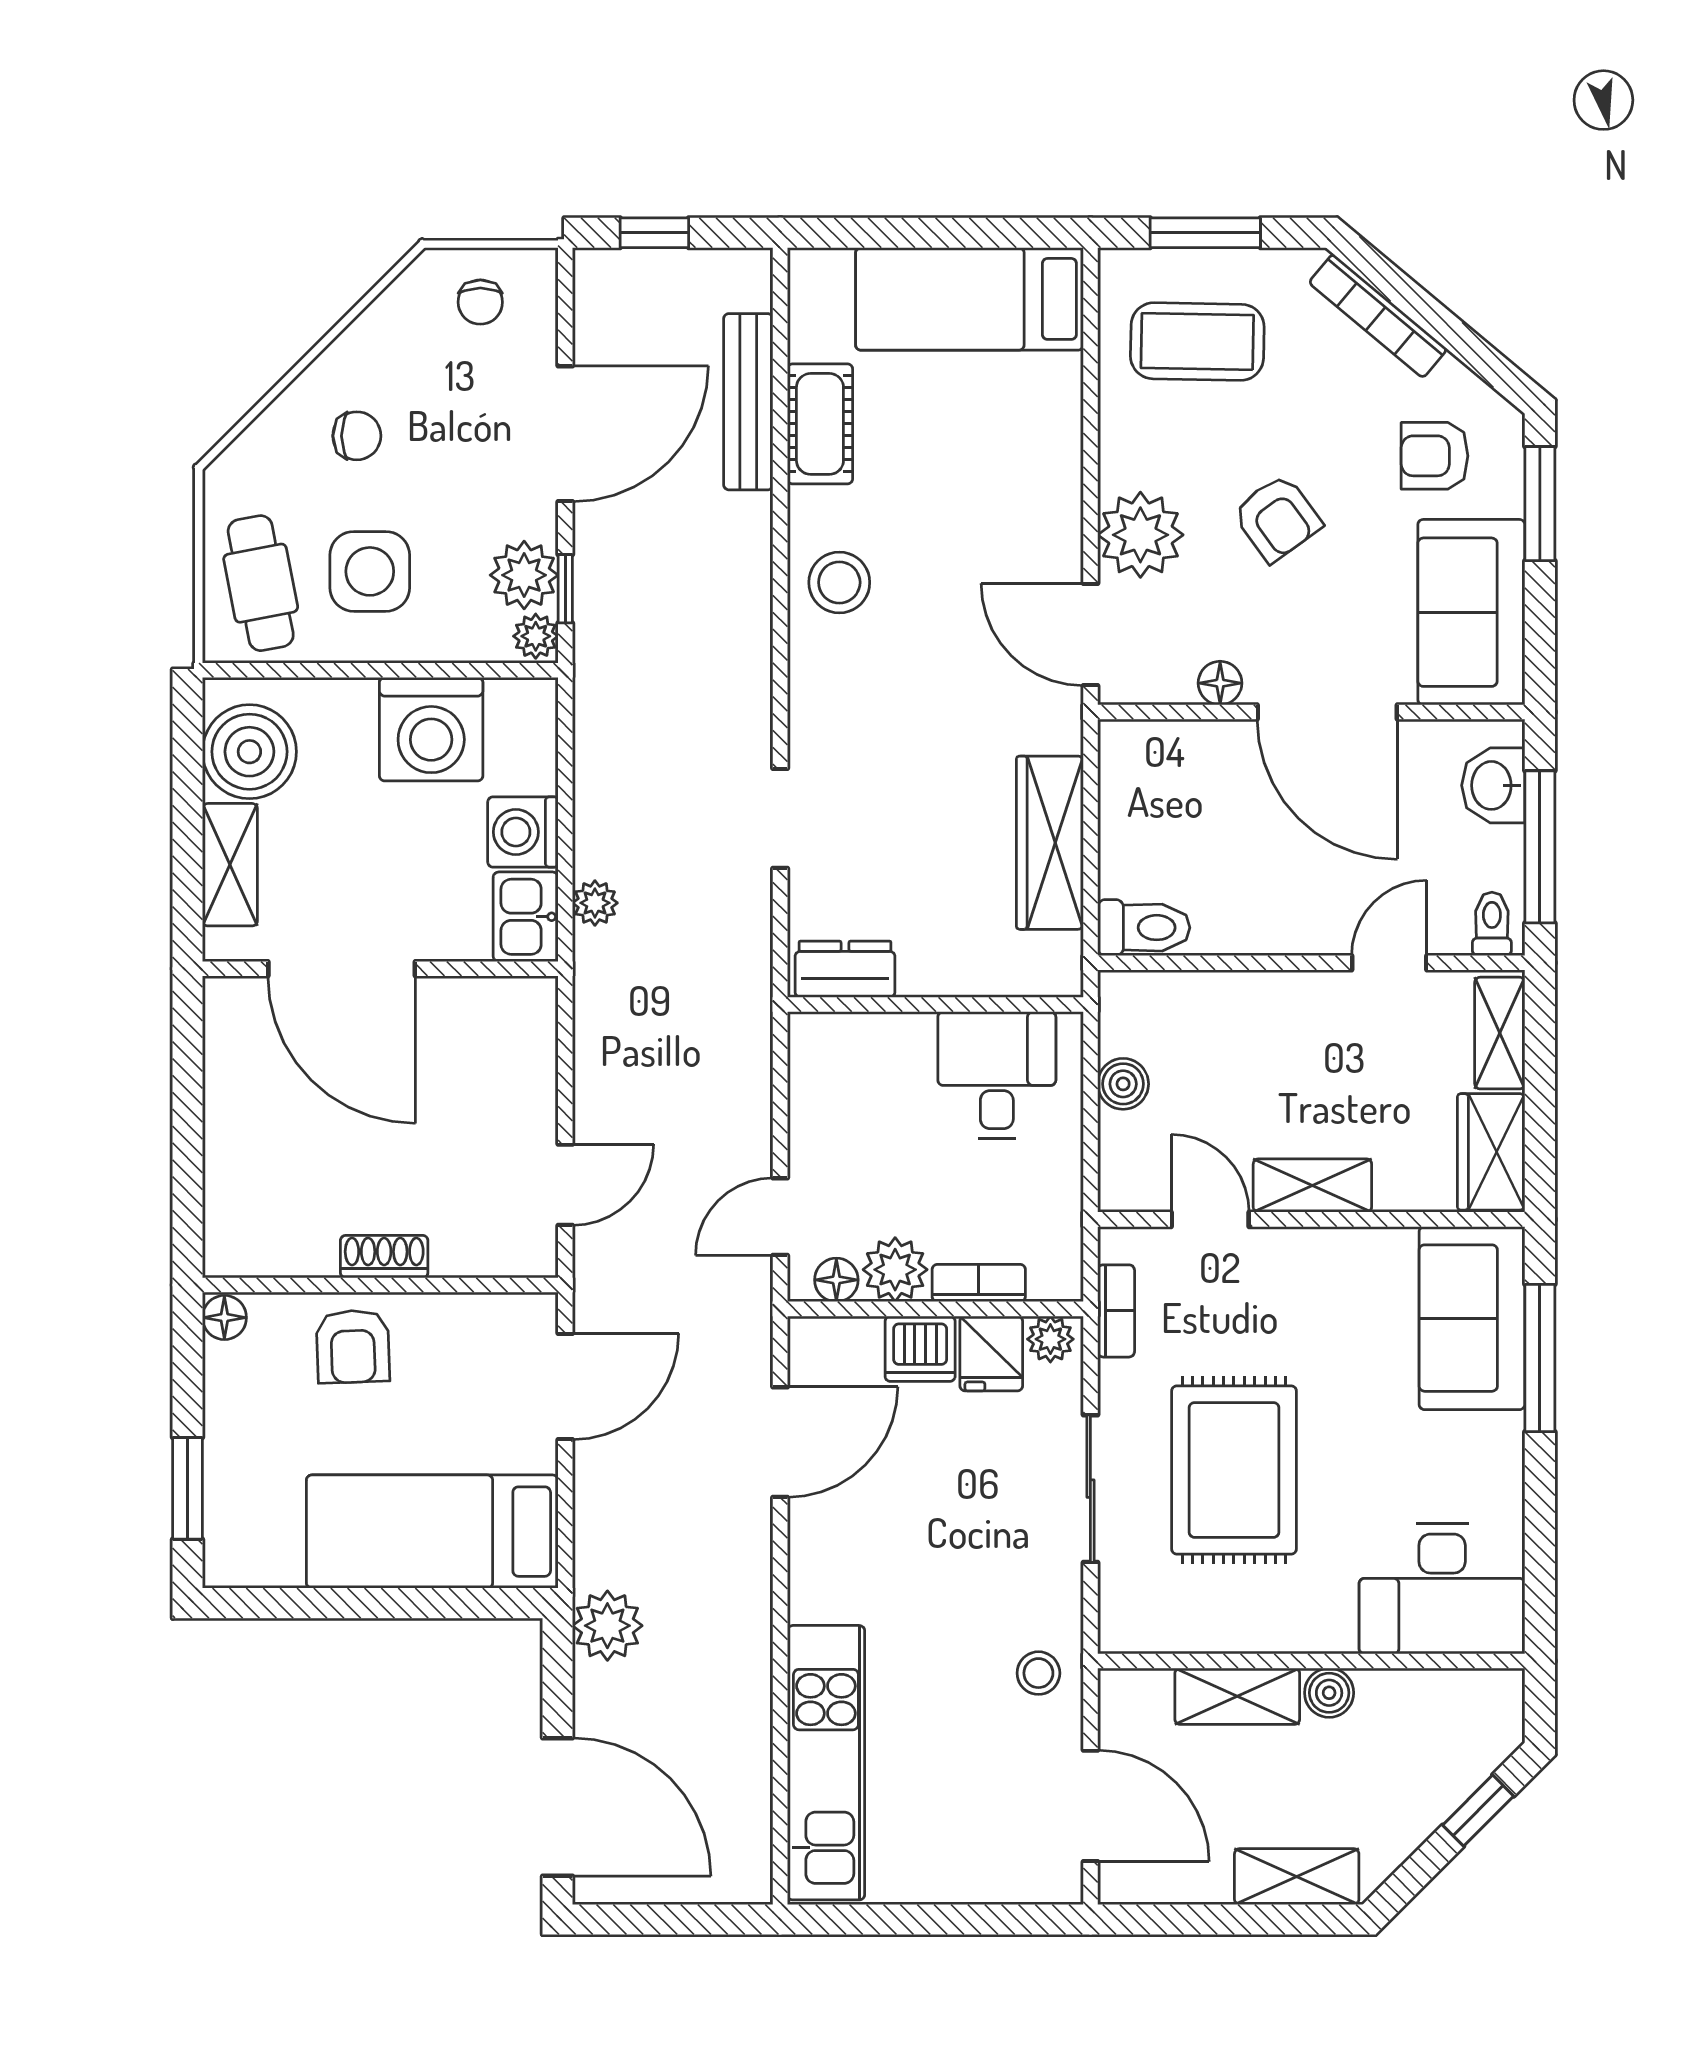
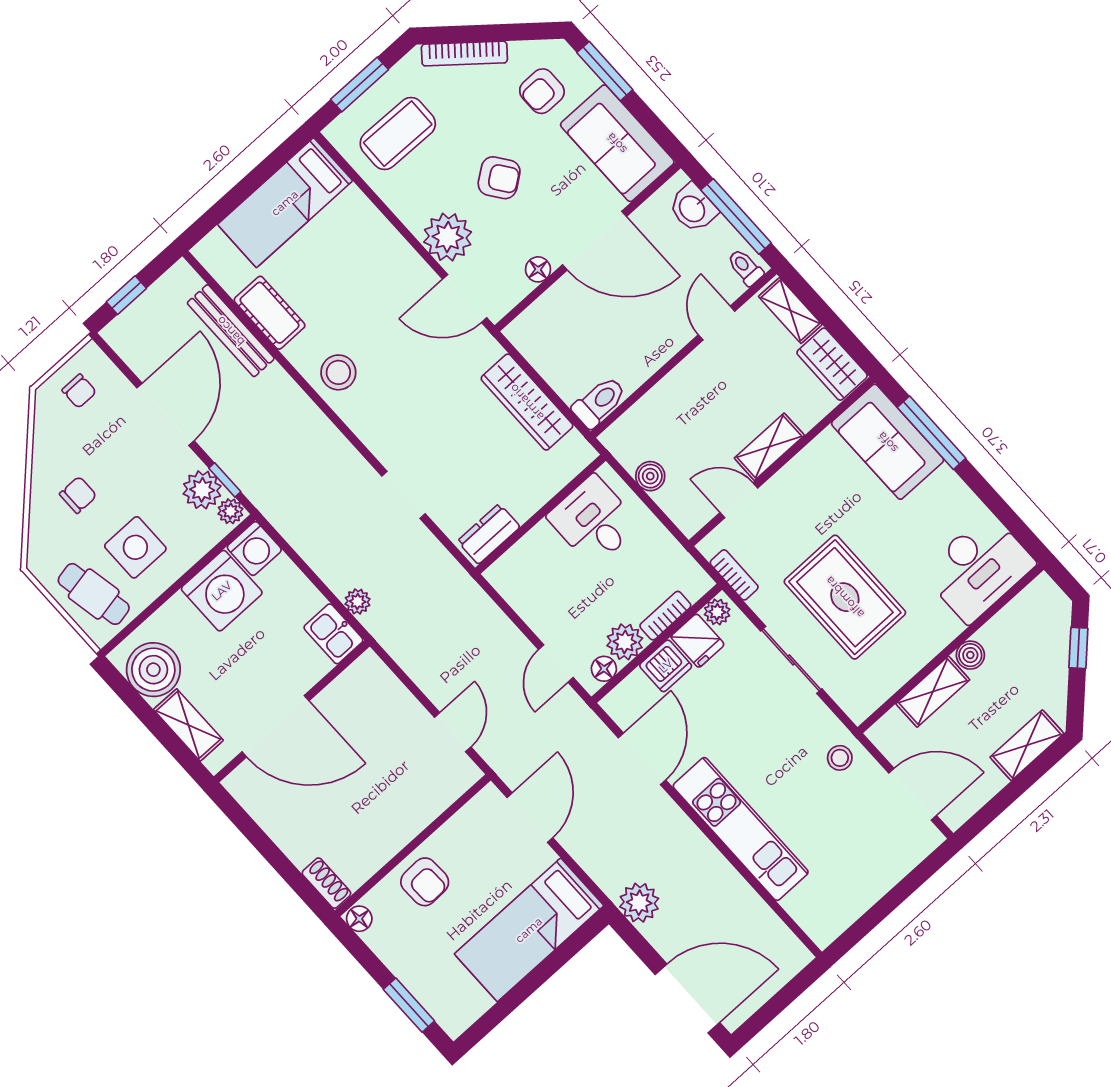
washing machine: (523, 832) -> (254, 549), moved, turned -90
shoe rack: (384, 1257) -> (326, 883), moved, turned 90
kitchen unit: (826, 1763) -> (741, 829), moved

